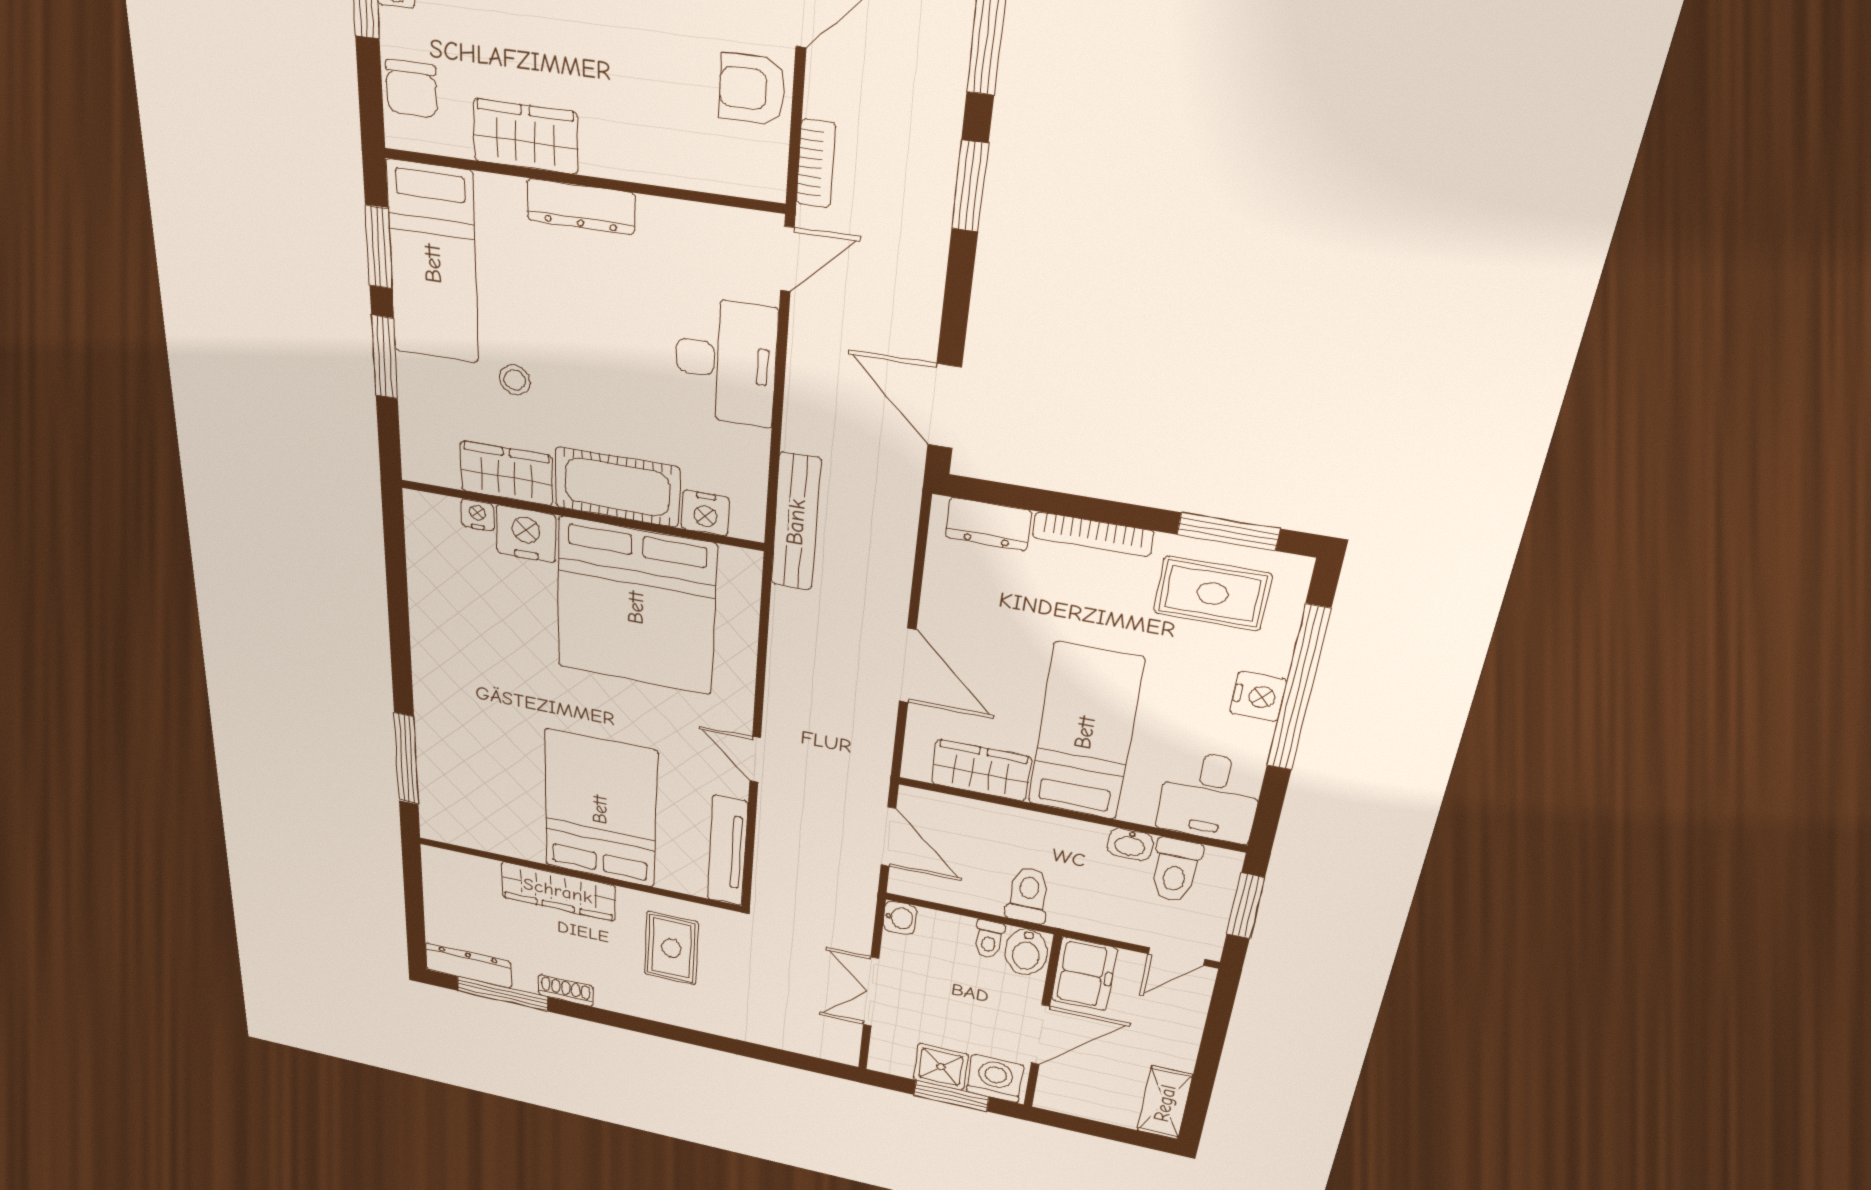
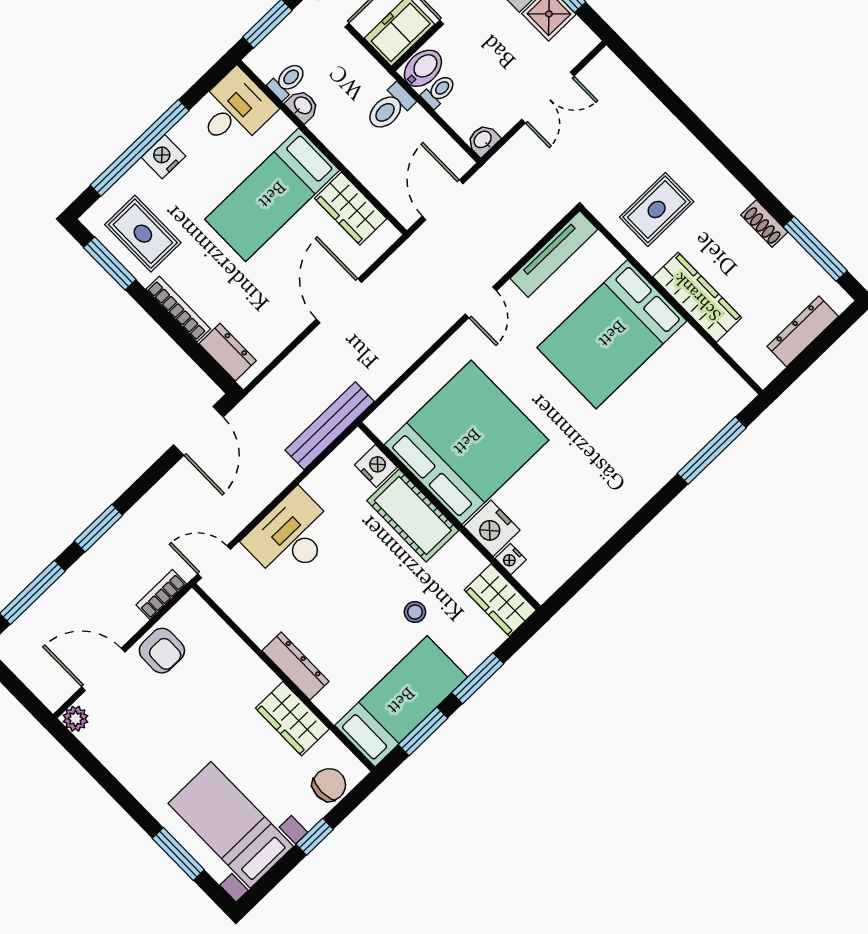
wardrobe: (507, 473) -> (500, 600), moved
toilet: (1175, 870) -> (287, 81), width x0.73, depth x0.72
dresser: (468, 966) -> (803, 331), moved, turned 90

